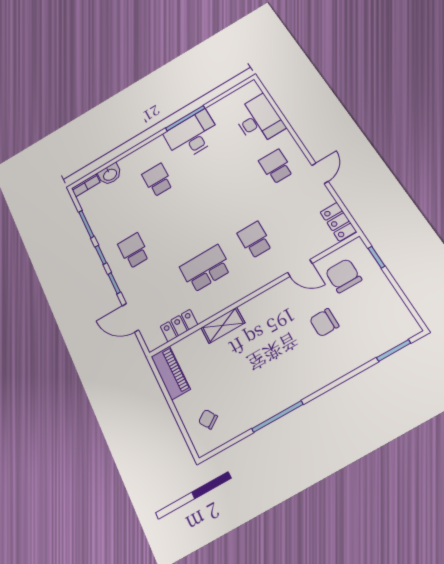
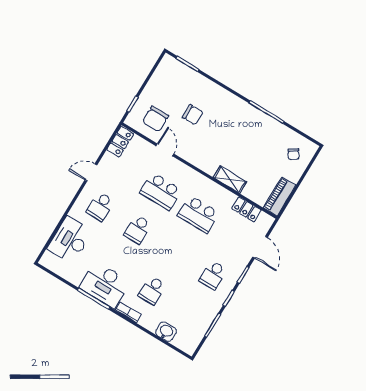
bookcase: (86, 185) -> (128, 312), moved
school desk: (228, 195) -> (138, 229), added
school desk: (255, 240) -> (161, 191), width x1.85

